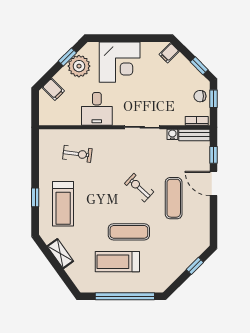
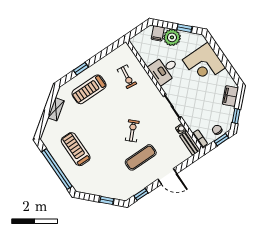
filing cabinet: (169, 53) -> (230, 96), width x2.00
plant: (79, 66) -> (172, 37), moved
window: (213, 155) -> (141, 194), moved
door: (213, 183) -> (167, 176), swing flipped
exercise mat: (129, 232) -> (100, 144), removed

